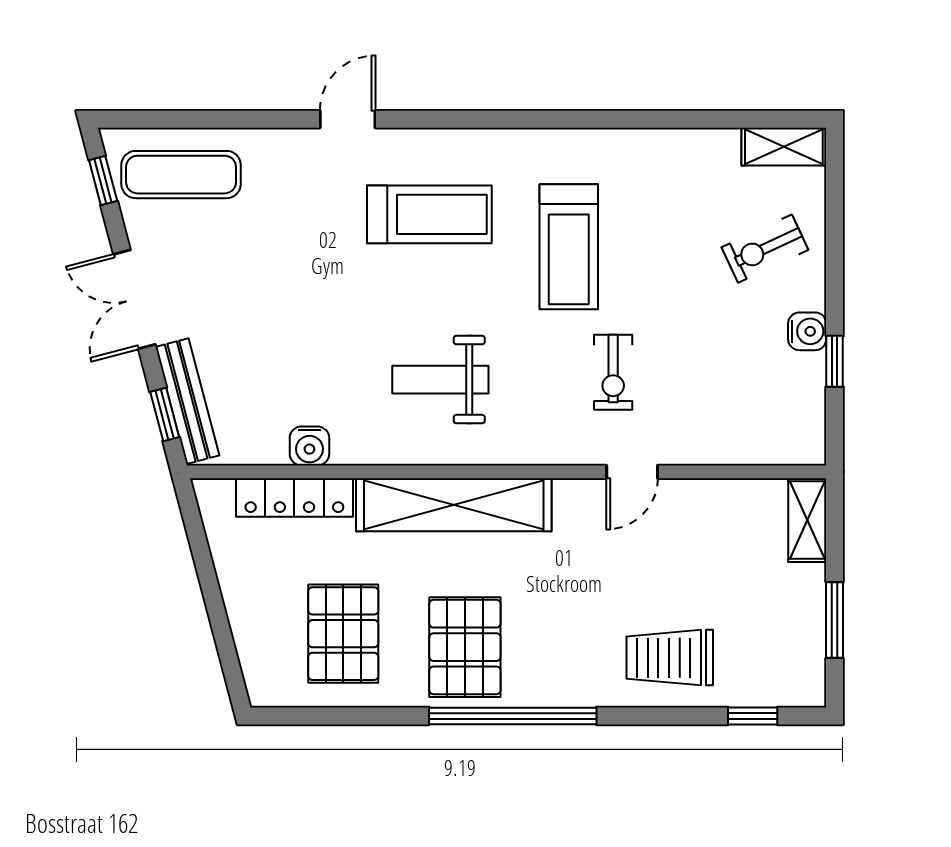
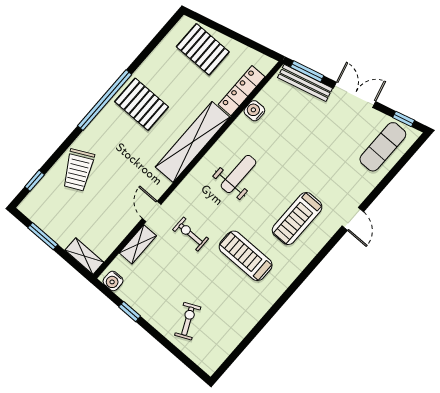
shelving: (784, 147) -> (138, 244), moved
water cooler: (807, 331) -> (113, 281), moved
window: (165, 414) -> (307, 71), width x1.50
pallet: (343, 634) -> (203, 49), moved
trolley: (670, 658) -> (78, 170), turned 153

